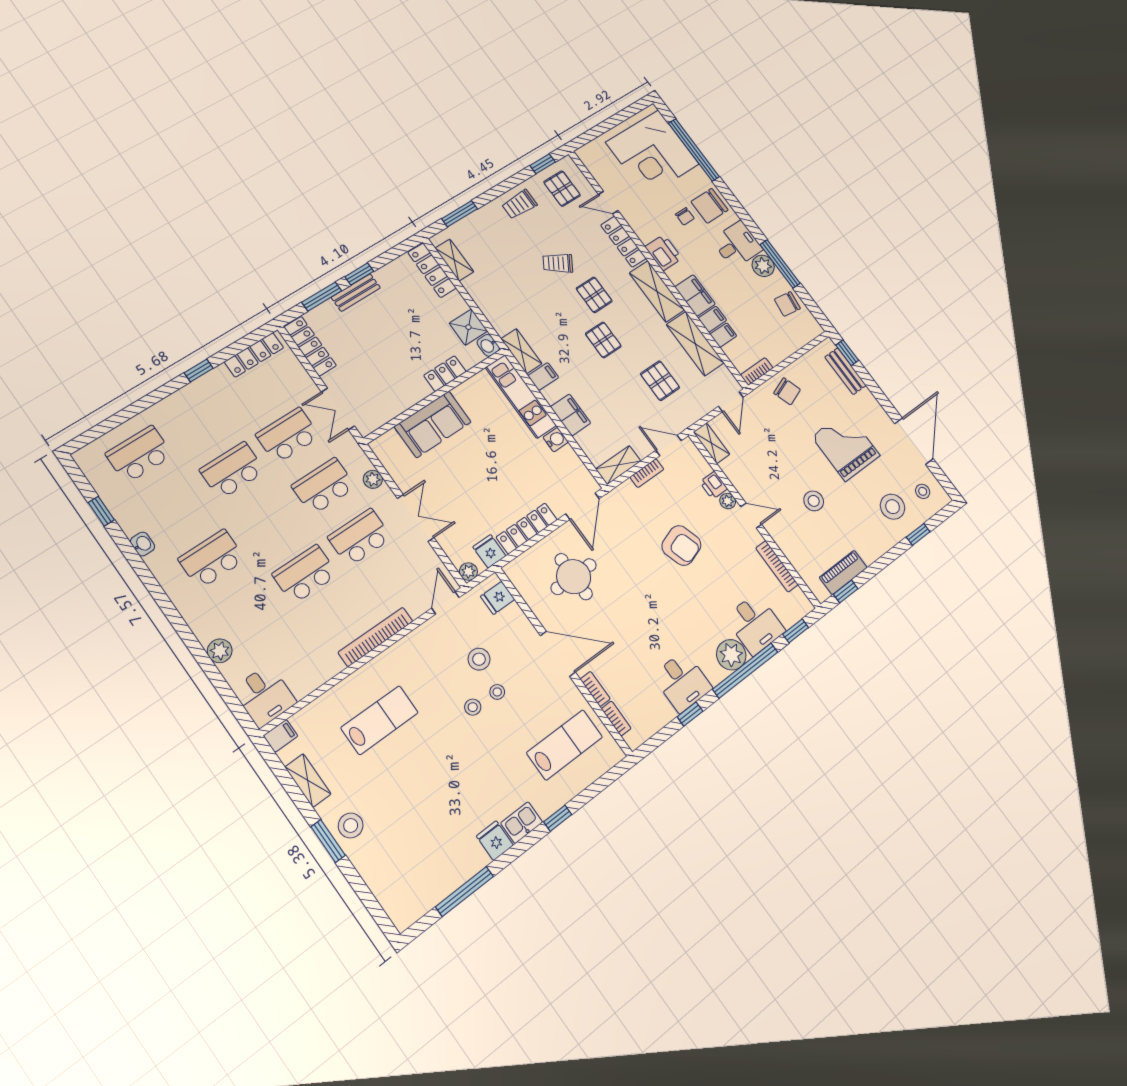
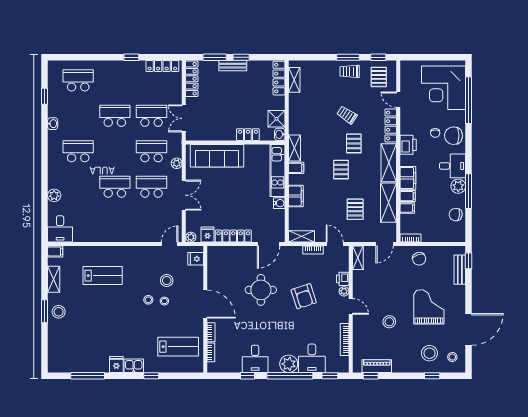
window: (460, 214) -> (348, 57), moved
sofa: (433, 424) -> (217, 156), width x1.36
round table: (574, 577) -> (261, 290), moved
bookcase: (376, 637) -> (127, 237), removed

